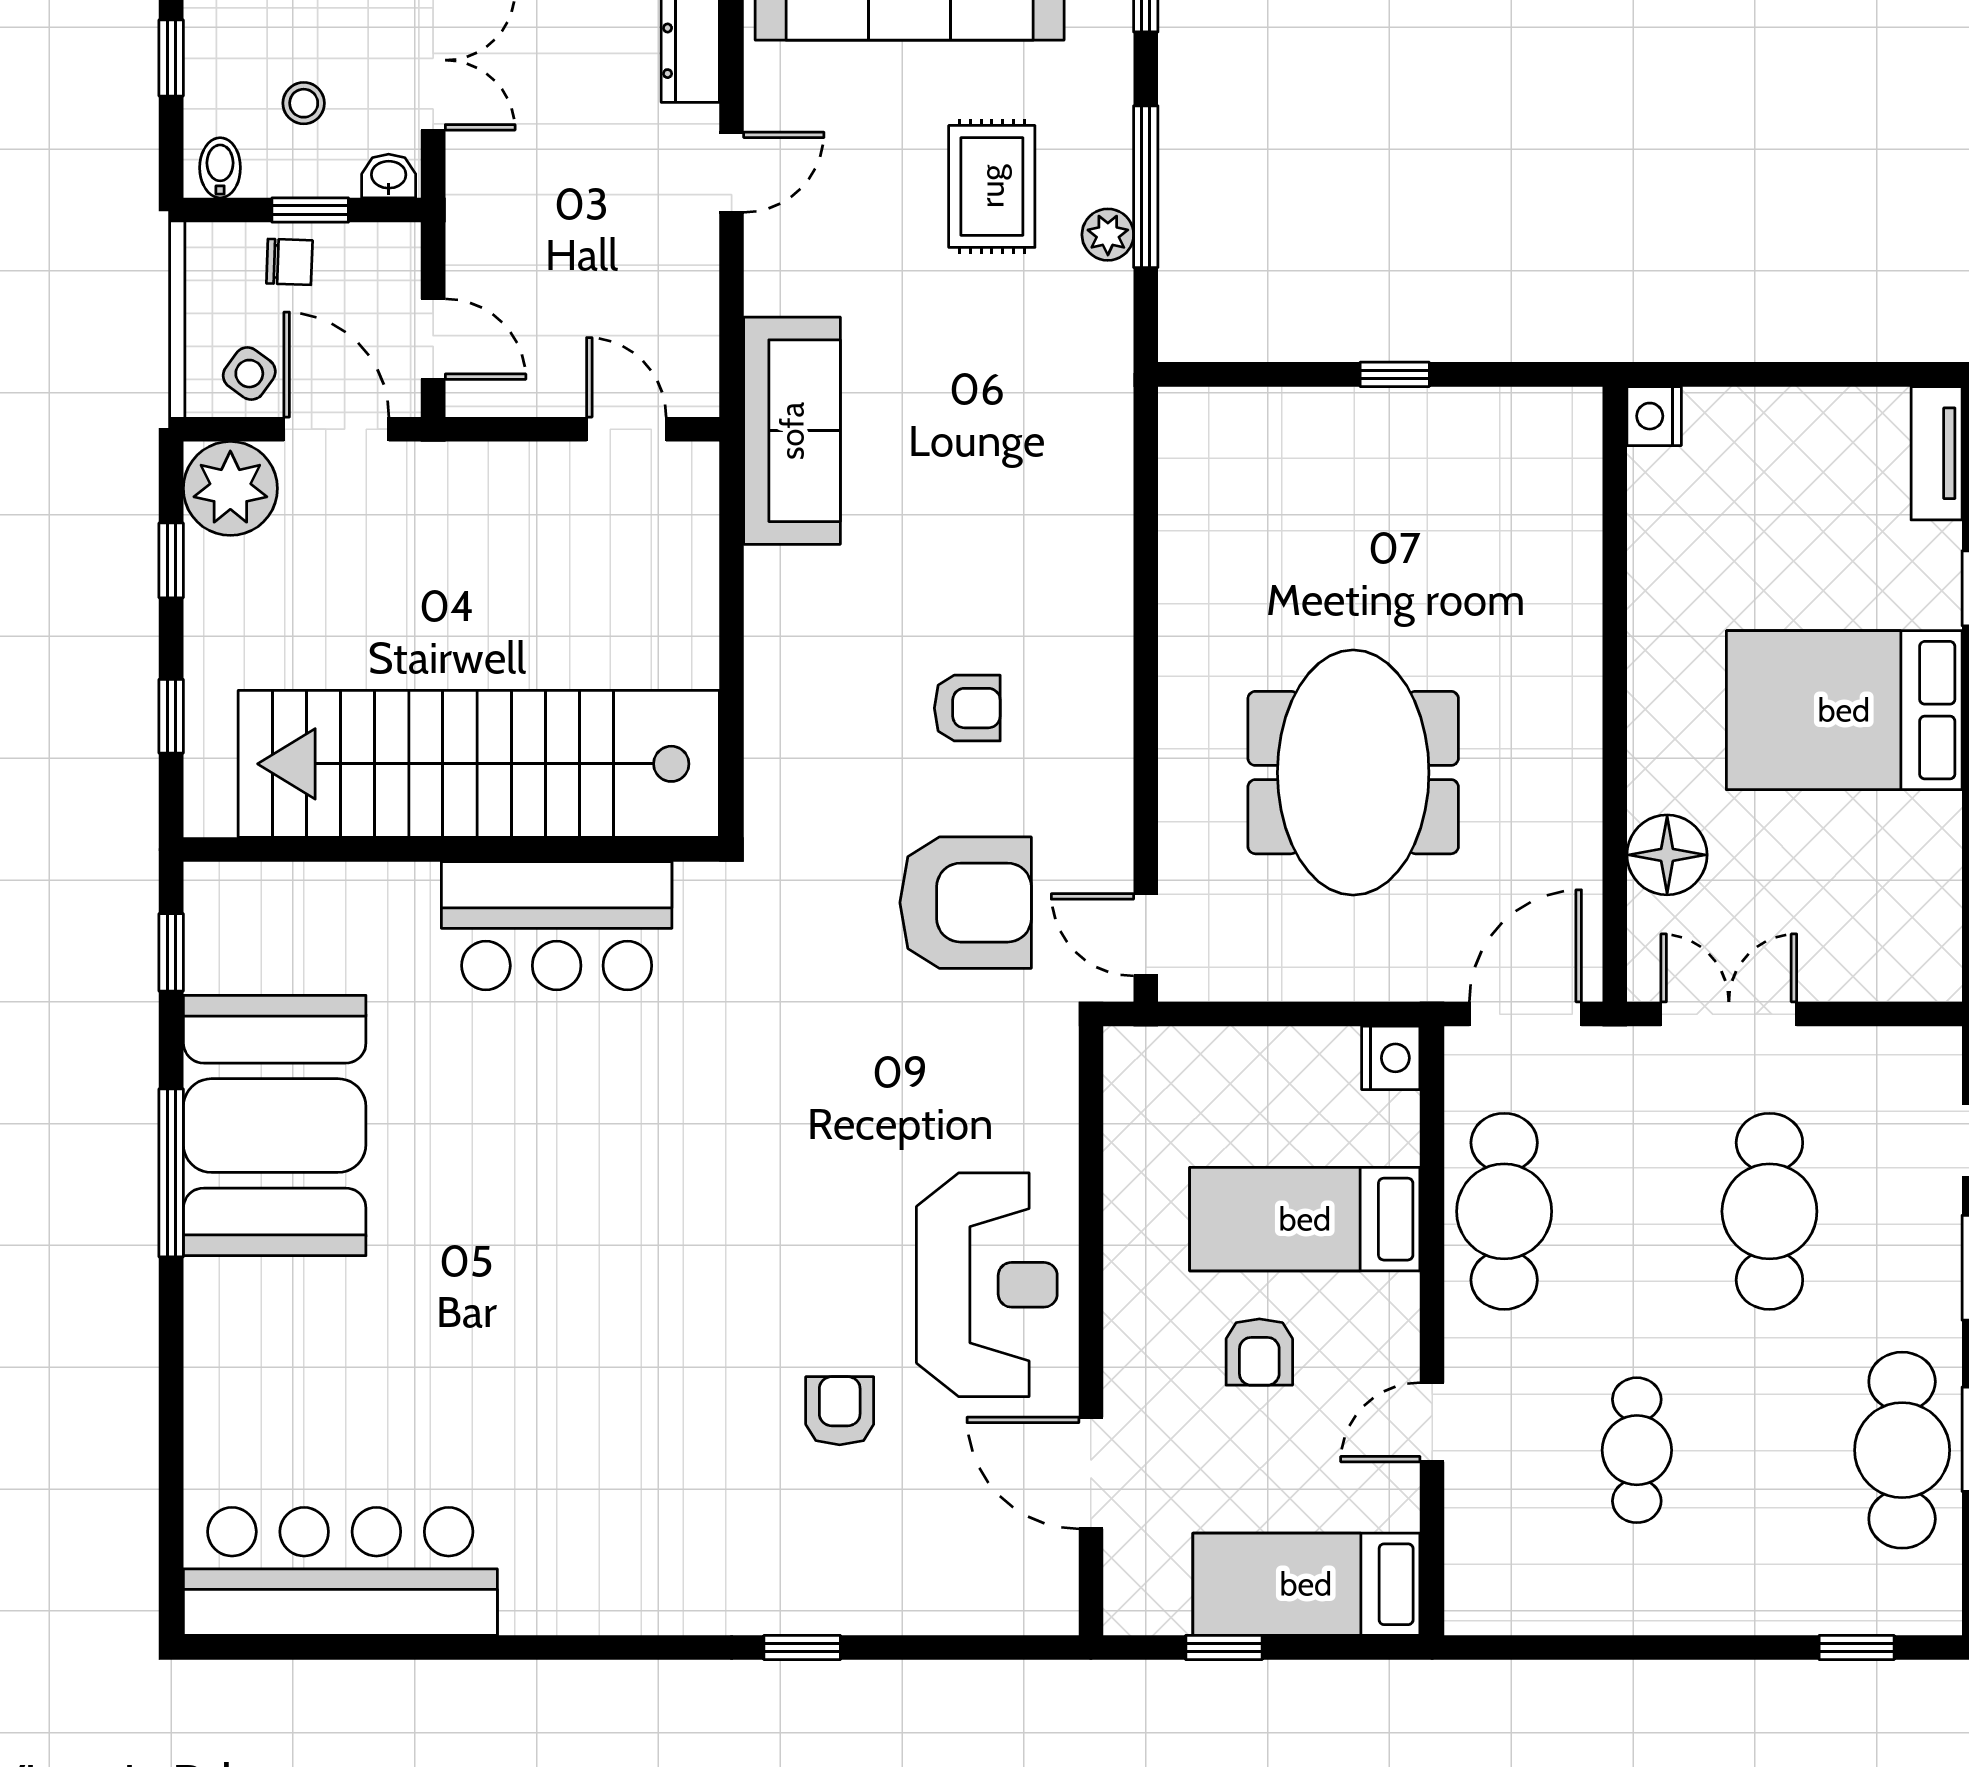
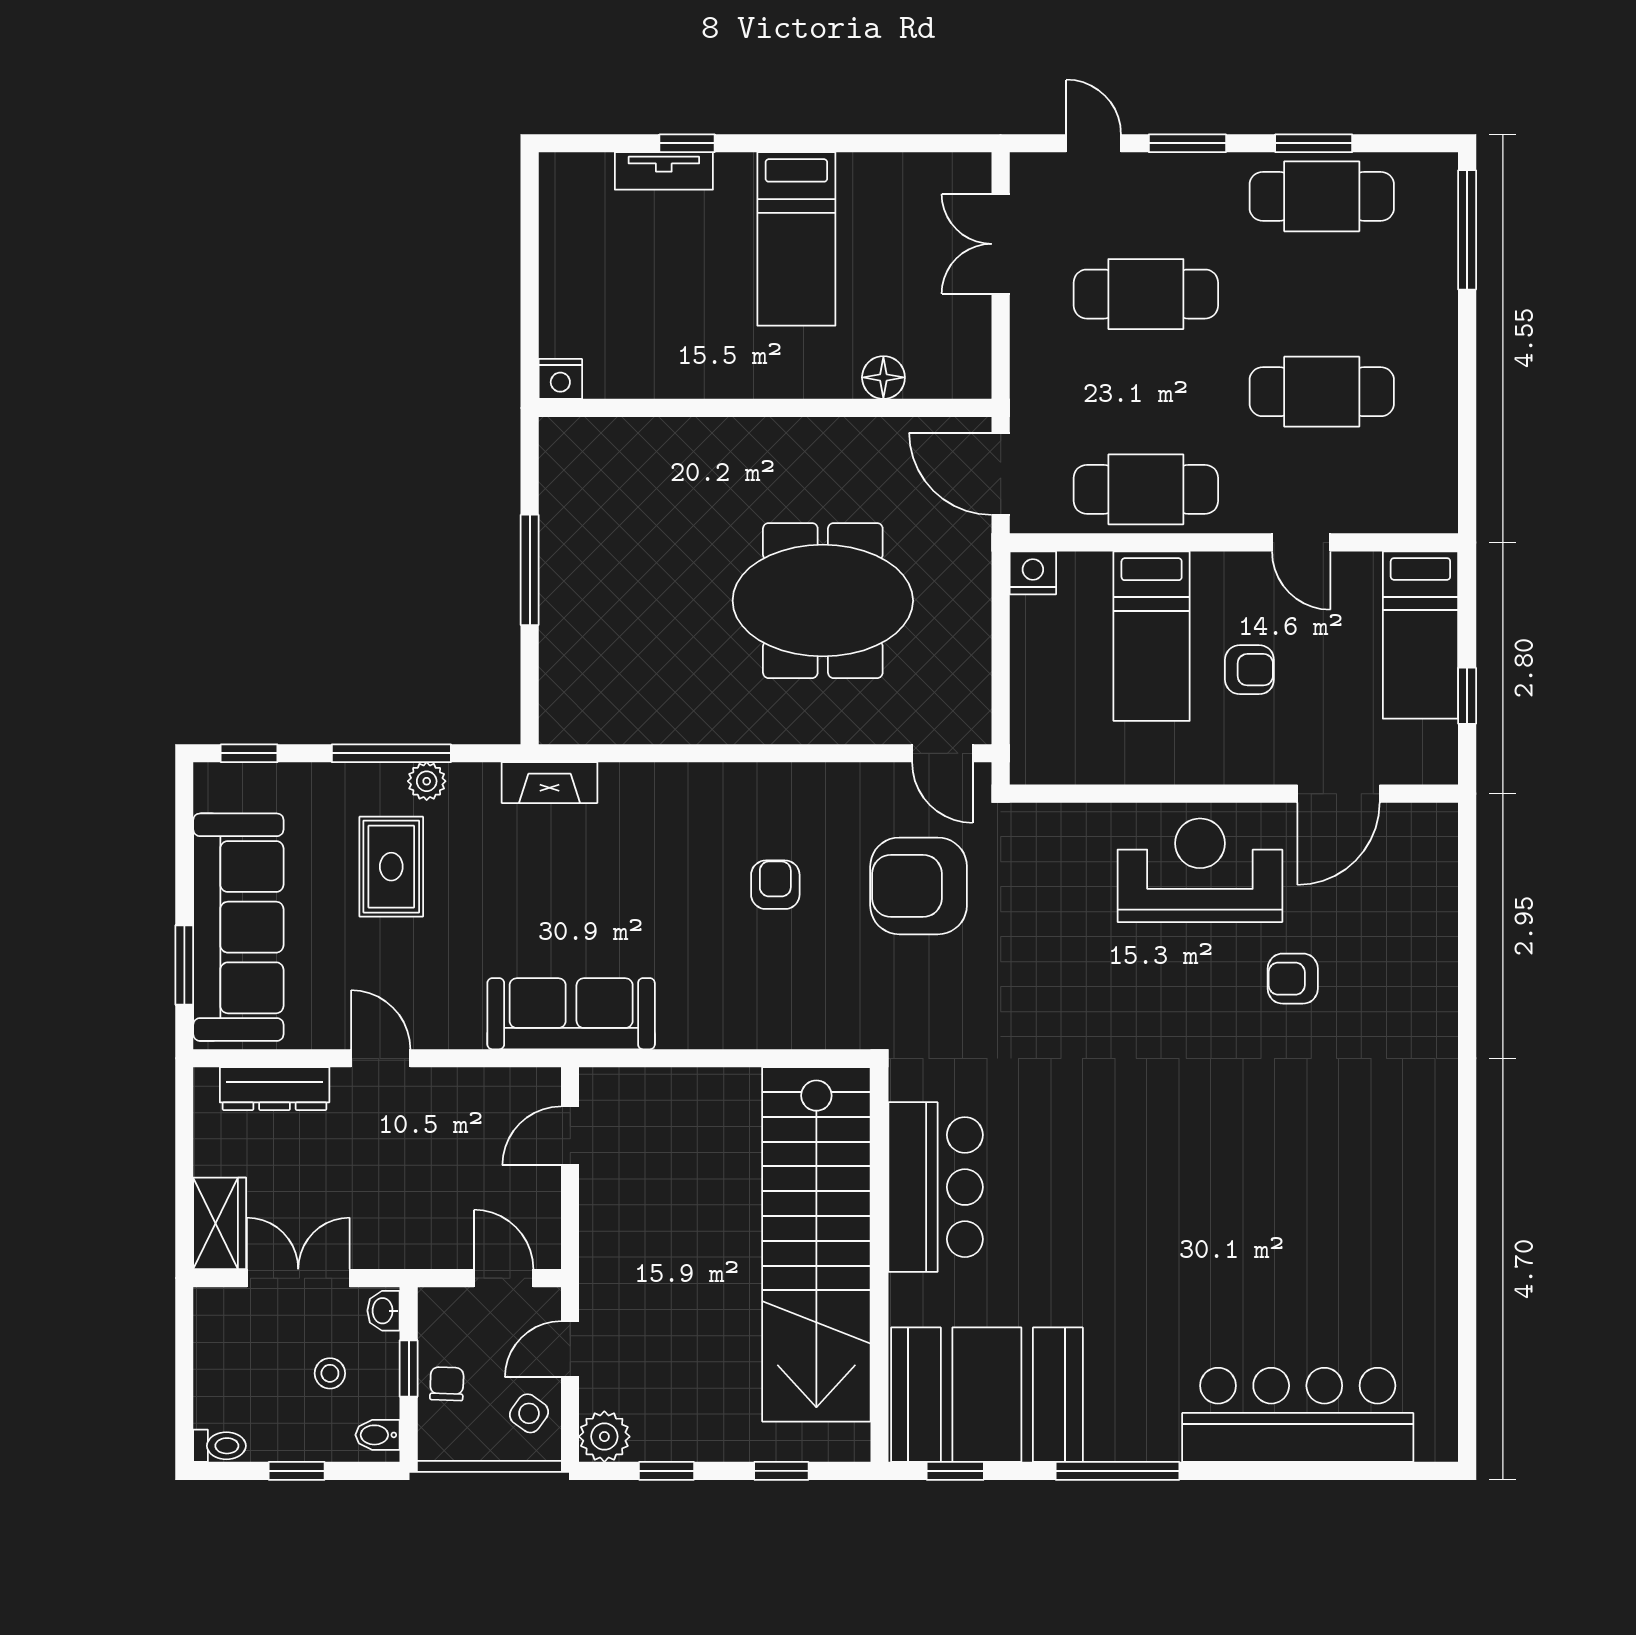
rug: (992, 186) -> (391, 867), turned 90
door: (433, 339) -> (504, 1278), hinge flipped
window: (1395, 374) -> (530, 570), width x2.17
fireplace: (1106, 401) -> (550, 783), added
door: (336, 429) -> (570, 1349), width x0.73
tv unit: (1937, 453) -> (664, 171), moved
plant: (230, 488) -> (604, 1437), width x0.73, depth x0.73
bed: (1844, 710) -> (796, 239), width x0.67
floor lamp: (1667, 855) -> (883, 377), width x0.73, depth x0.73
armchair: (966, 903) -> (919, 886), turned -90
door: (1146, 935) -> (942, 753), hinge flipped
double door: (1729, 1014) -> (1001, 244), moved
booth: (275, 1126) -> (987, 1395), moved
cafe table: (1637, 1450) -> (1322, 392), width x1.37, depth x1.35
bar counter: (340, 1571) -> (1298, 1415), moved, turned 90
window: (802, 1648) -> (1467, 1006), removed
window: (1857, 1648) -> (1467, 230), width x2.17

